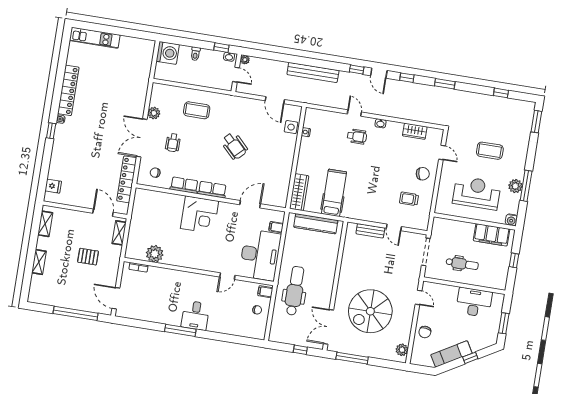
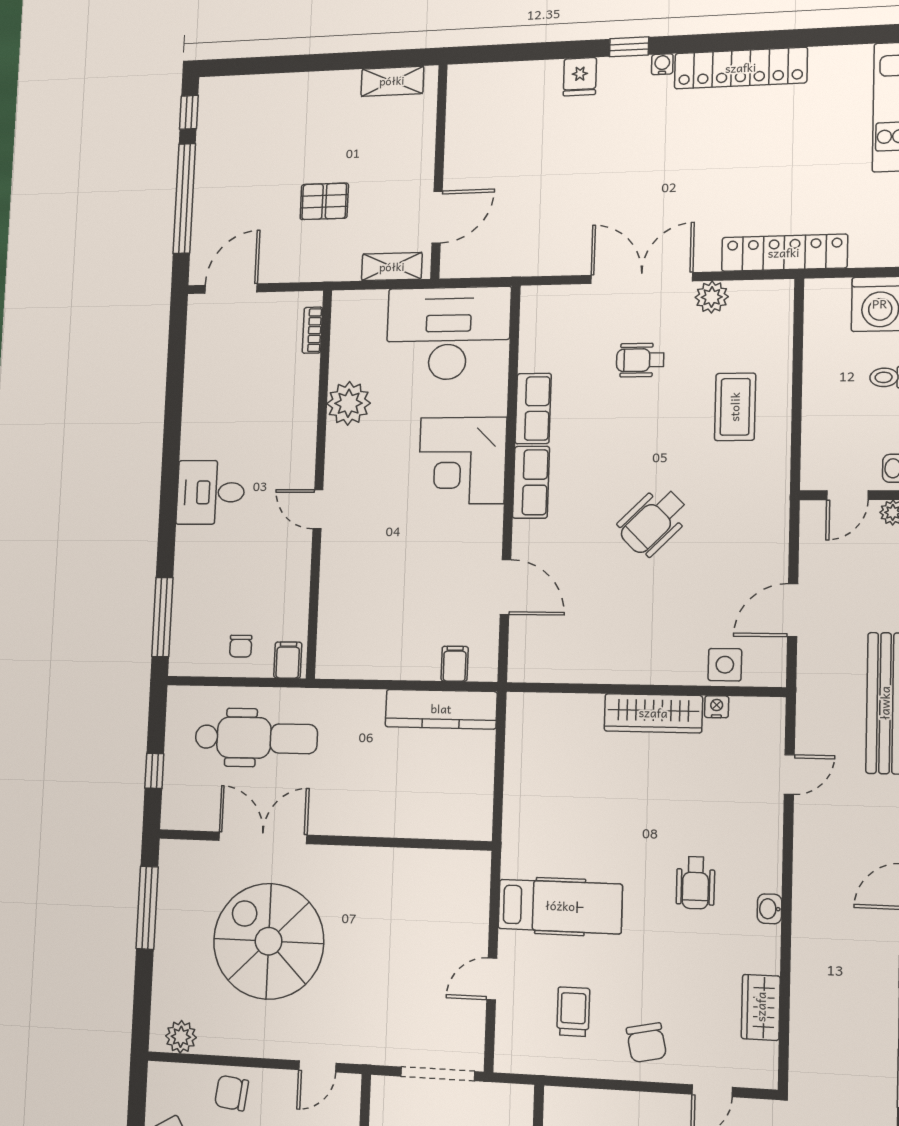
door: (354, 113) -> (789, 774), moved
wheelchair: (357, 136) -> (695, 883), moved
chair: (155, 173) -> (556, 329), removed
locker: (127, 179) -> (784, 253), moved
fridge: (53, 186) -> (580, 77), moved
wardrobe: (299, 192) -> (653, 713), moved
hospital bed: (334, 193) -> (560, 906), moved
kitchen counter: (316, 224) -> (441, 709), moved, turned -90
bench: (370, 231) -> (475, 916), removed
plant: (155, 254) -> (349, 403), moved
desk: (260, 255) -> (448, 333), moved, turned 180
pallet: (88, 257) -> (324, 201), turned 90
shelving: (39, 262) -> (297, 86), removed
door: (227, 276) -> (318, 509), moved
dental chair: (295, 291) -> (256, 738), moved
window: (41, 308) -> (189, 112), added
double door: (329, 327) -> (263, 838), moved
window: (180, 330) -> (162, 617), moved

